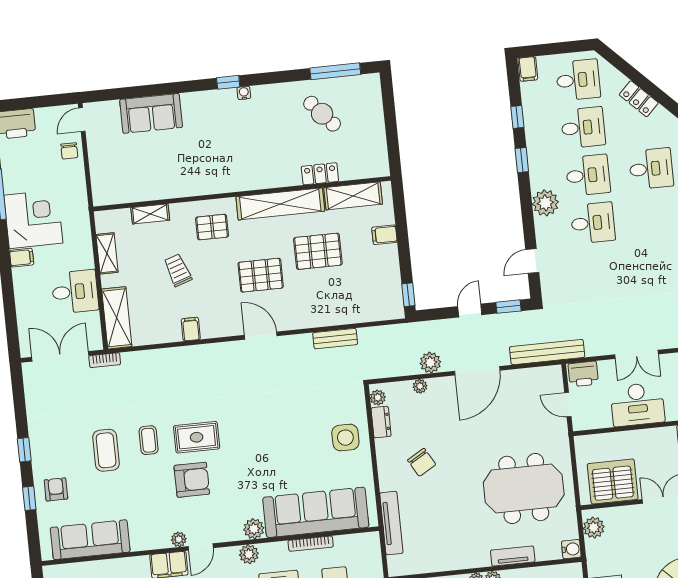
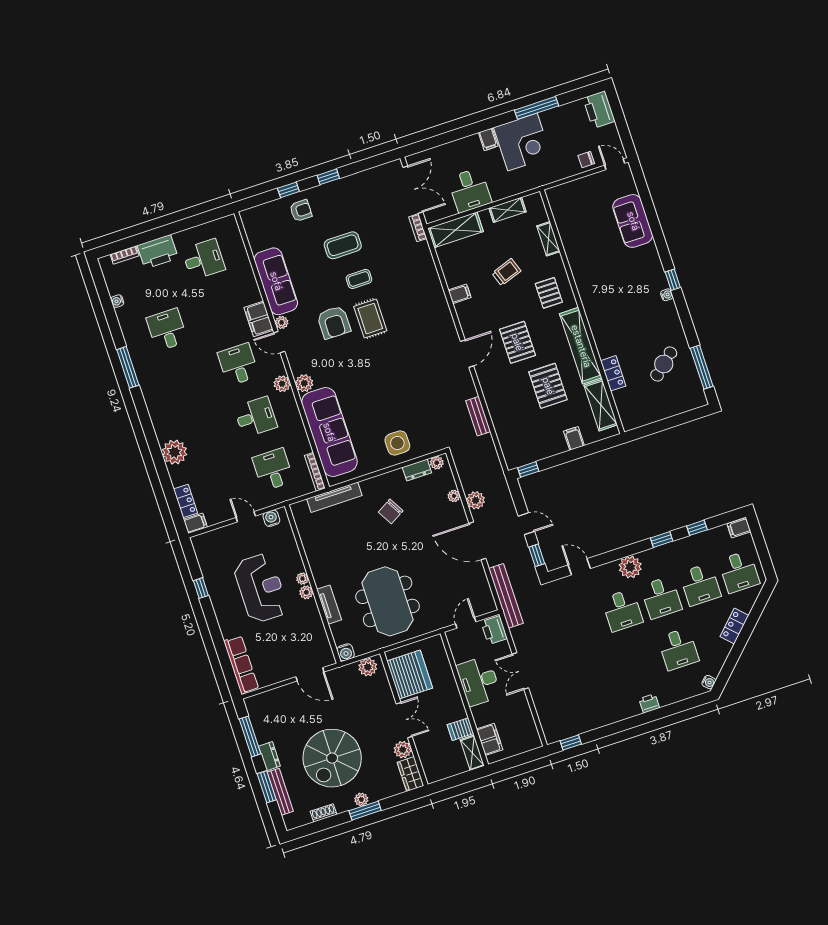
sofa: (90, 540) -> (276, 281), moved
bookcase: (311, 544) -> (315, 472), moved

